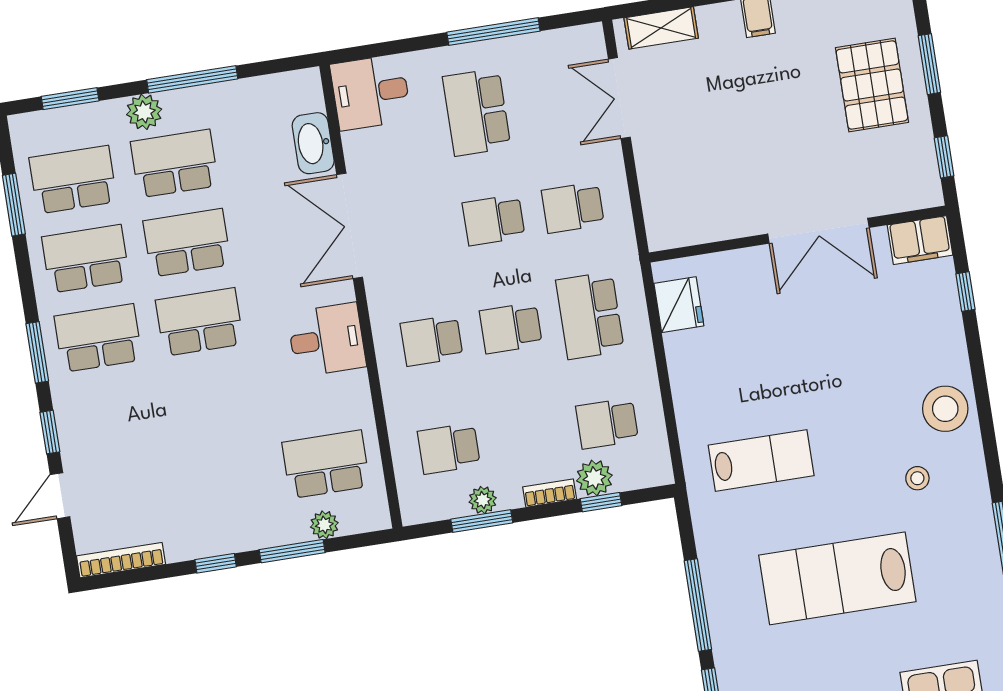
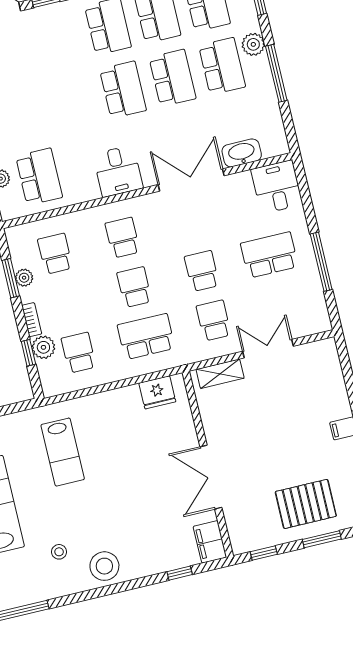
shelving: (661, 28) -> (220, 374), moved, turned 90
double door: (619, 98) -> (268, 349), moved

